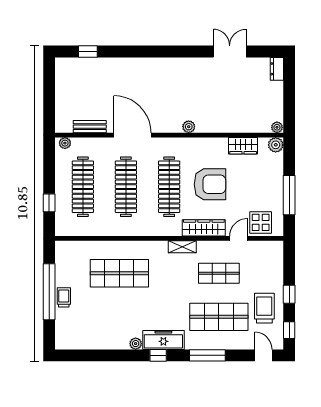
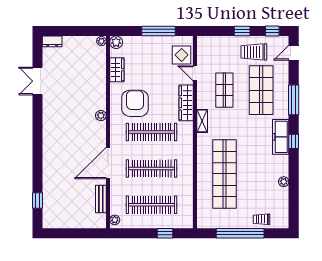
armchair: (210, 184) -> (135, 103), moved
shop shelf: (119, 273) -> (224, 174), width x1.40
trolley: (64, 297) -> (262, 219), moved
plant: (136, 344) -> (284, 182), moved

